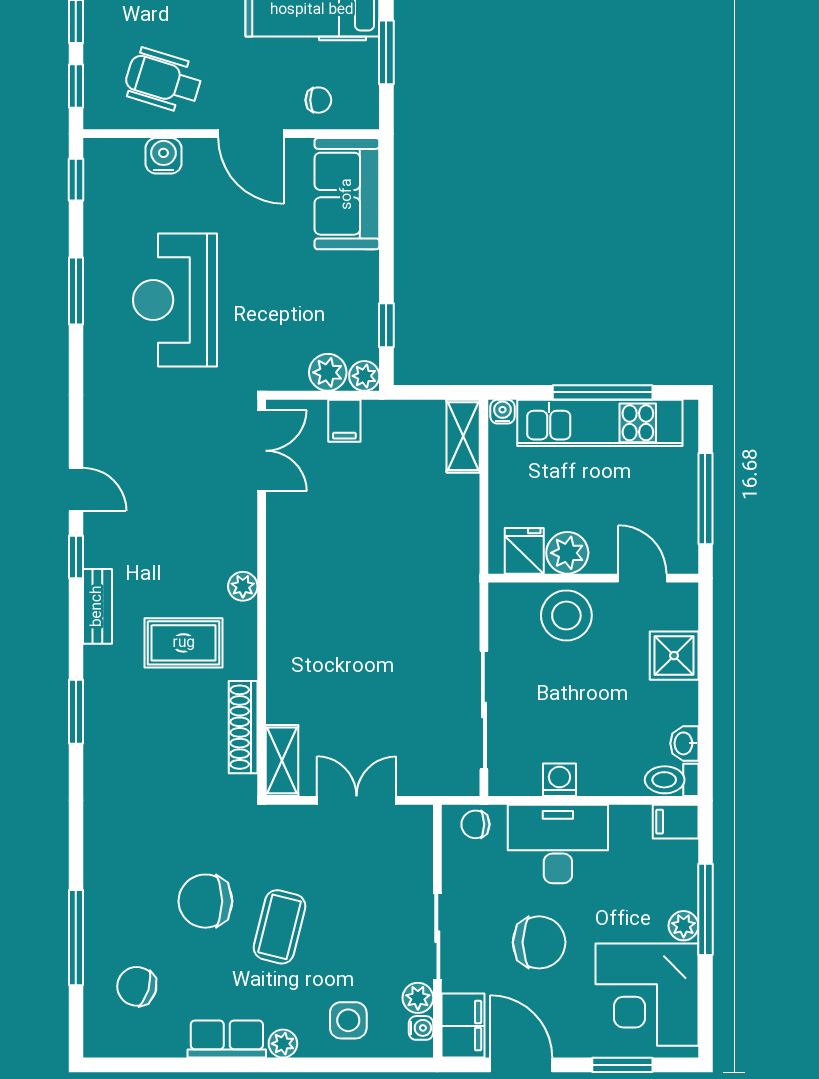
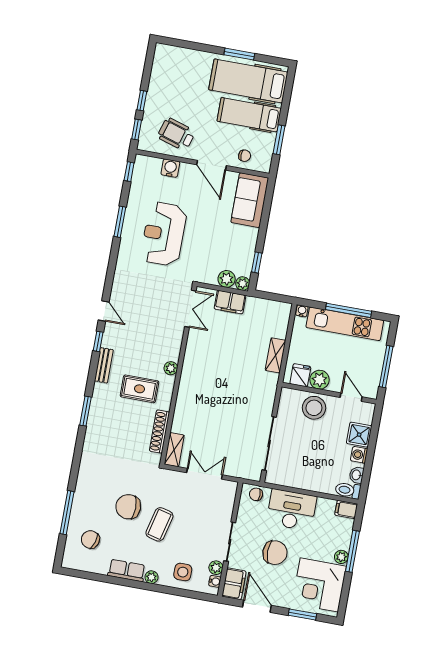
filing cabinet: (344, 421) -> (230, 302), width x2.00
shelving: (463, 436) -> (276, 355), moved
washing machine: (559, 780) -> (359, 455), moved, turned -90

